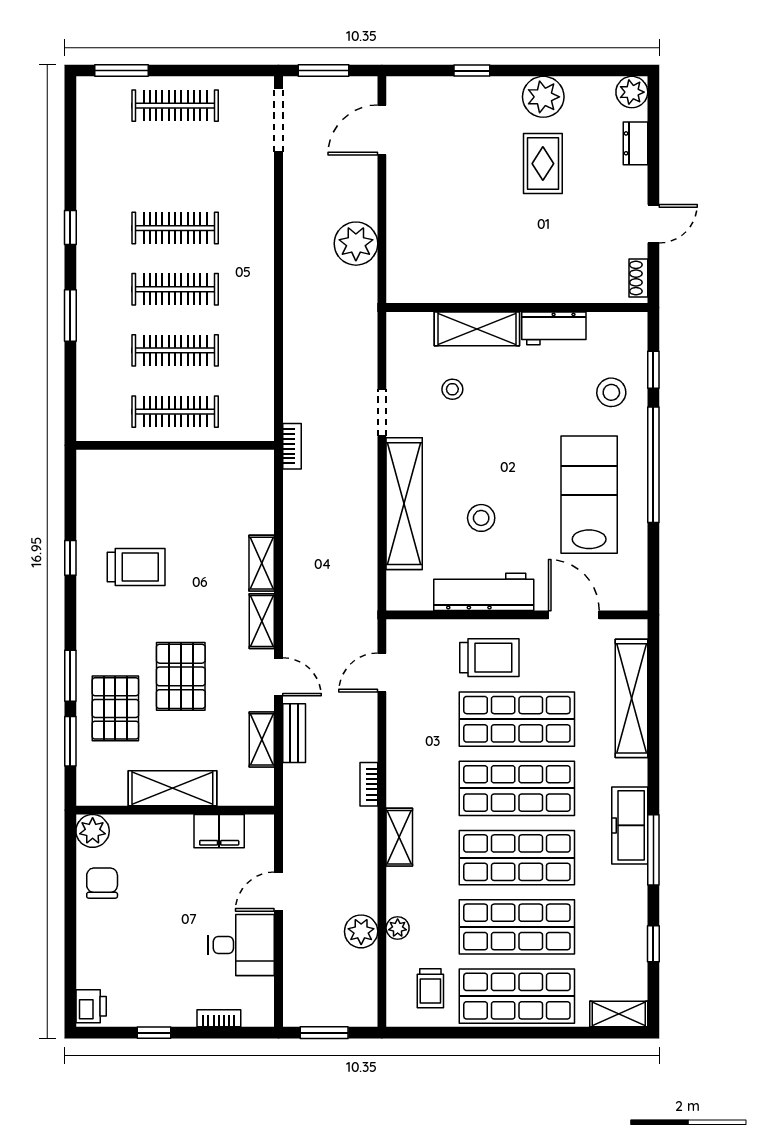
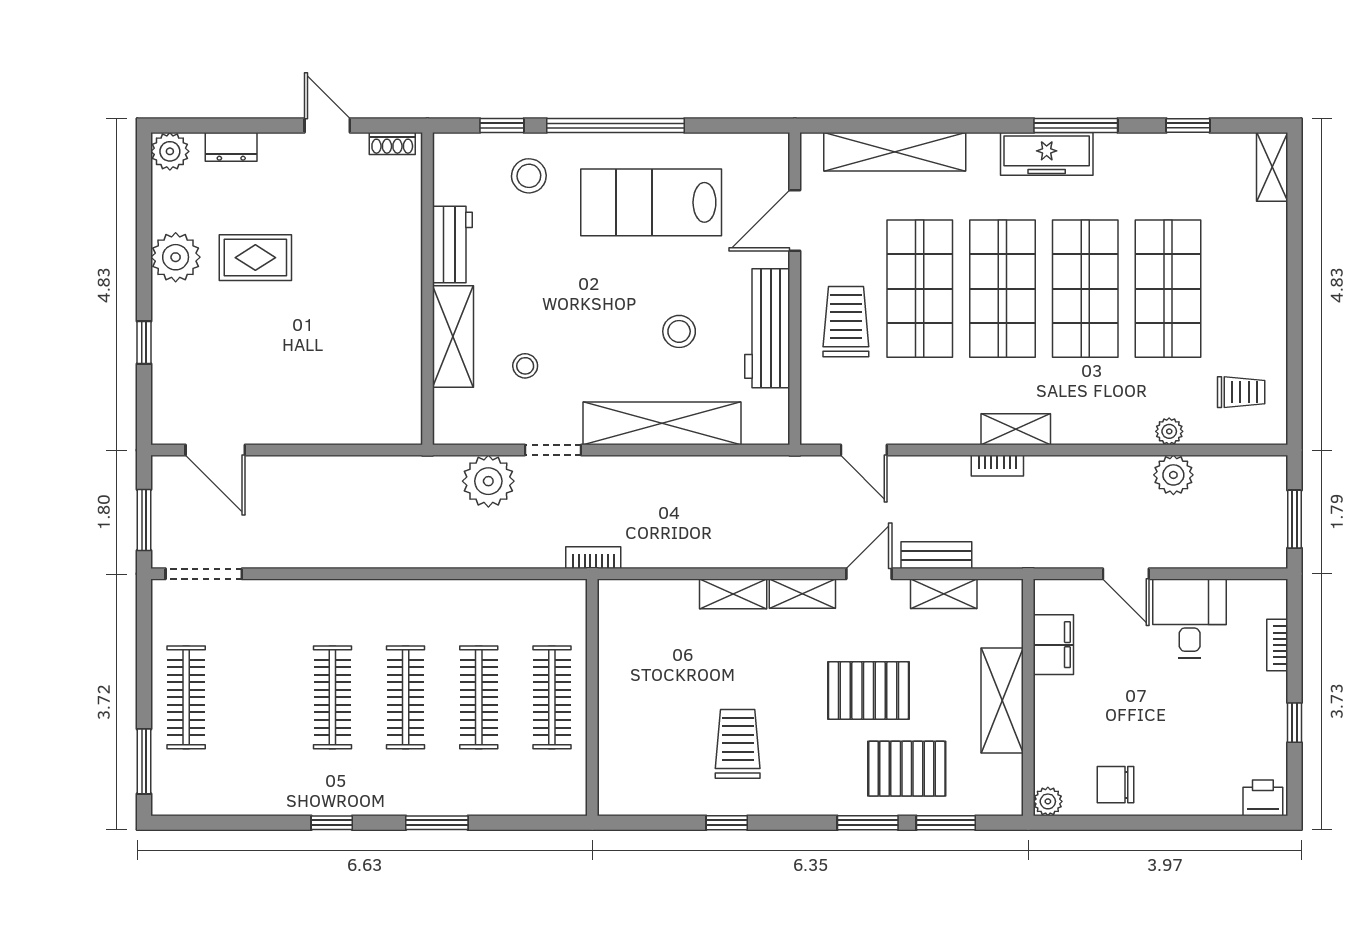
plant: (356, 244) -> (488, 481), moved
plant: (93, 831) -> (1048, 801), width x0.73, depth x0.73
shelving: (399, 837) -> (1016, 429), moved
shop shelf: (517, 996) -> (1251, 289), removed

